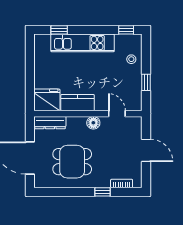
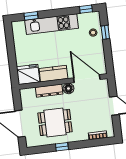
window: (146, 82) -> (105, 32), moved
door: (117, 114) -> (87, 79), width x1.87
dresser: (50, 123) -> (49, 91), moved
window: (102, 192) -> (62, 147), moved

